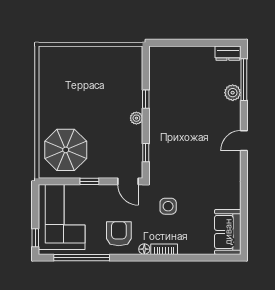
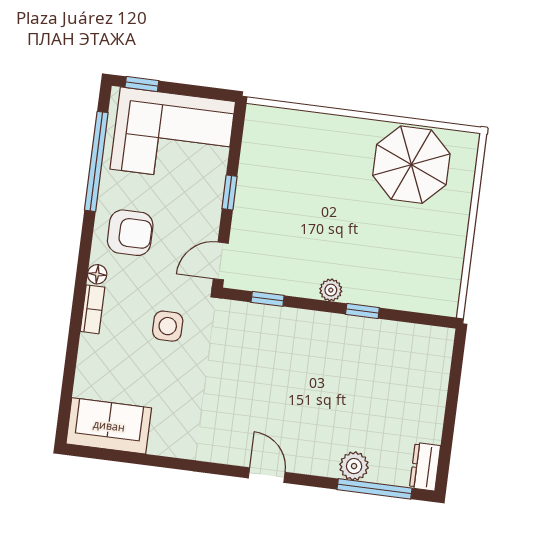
parasol: (66, 150) -> (411, 165), moved

